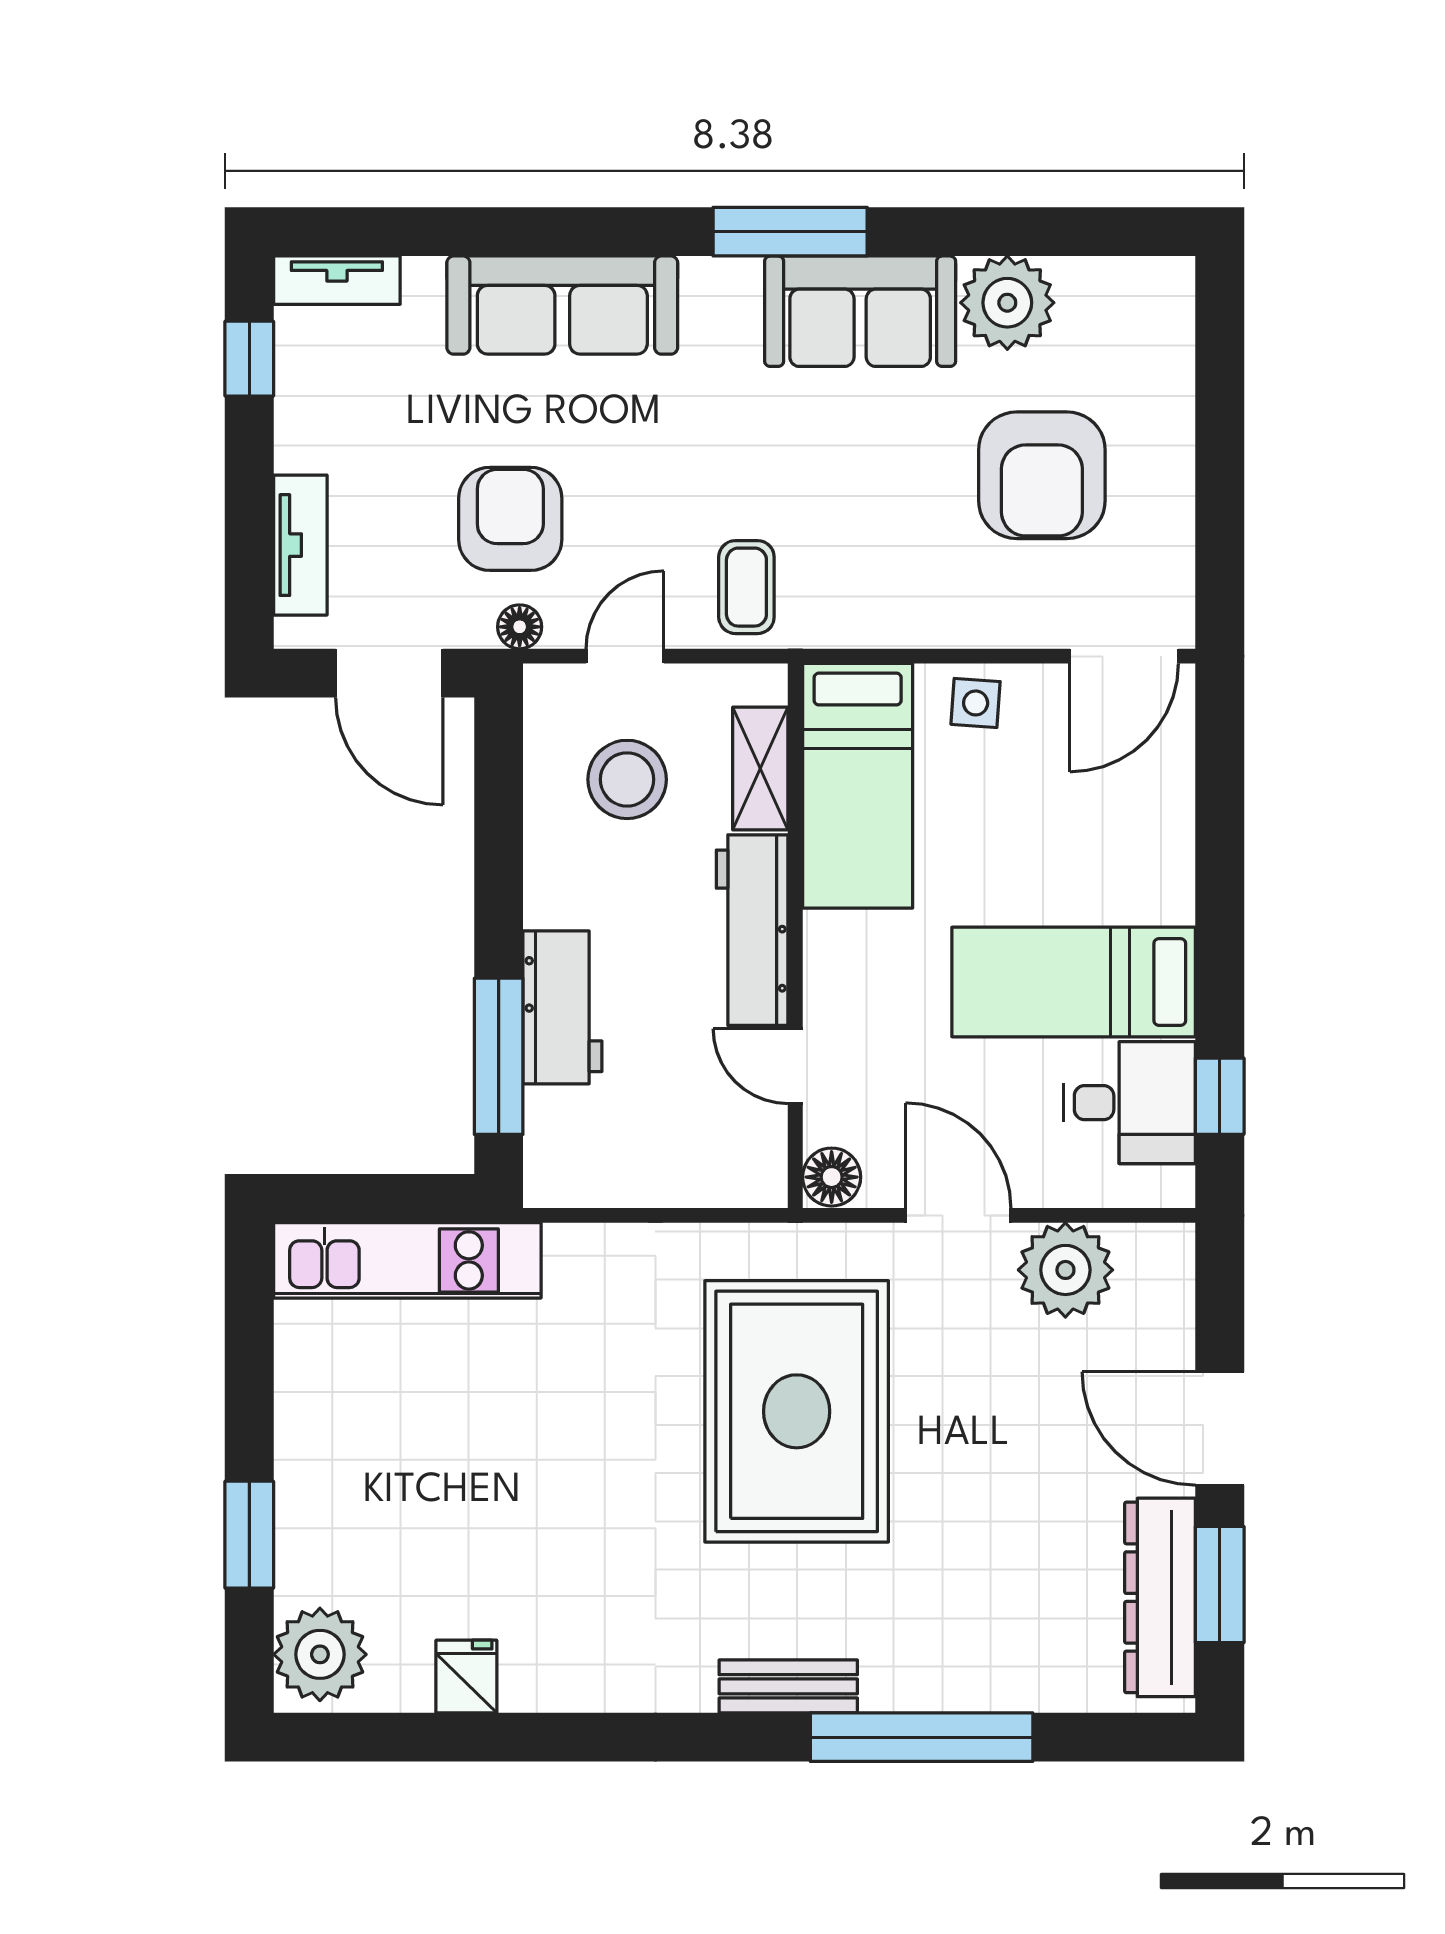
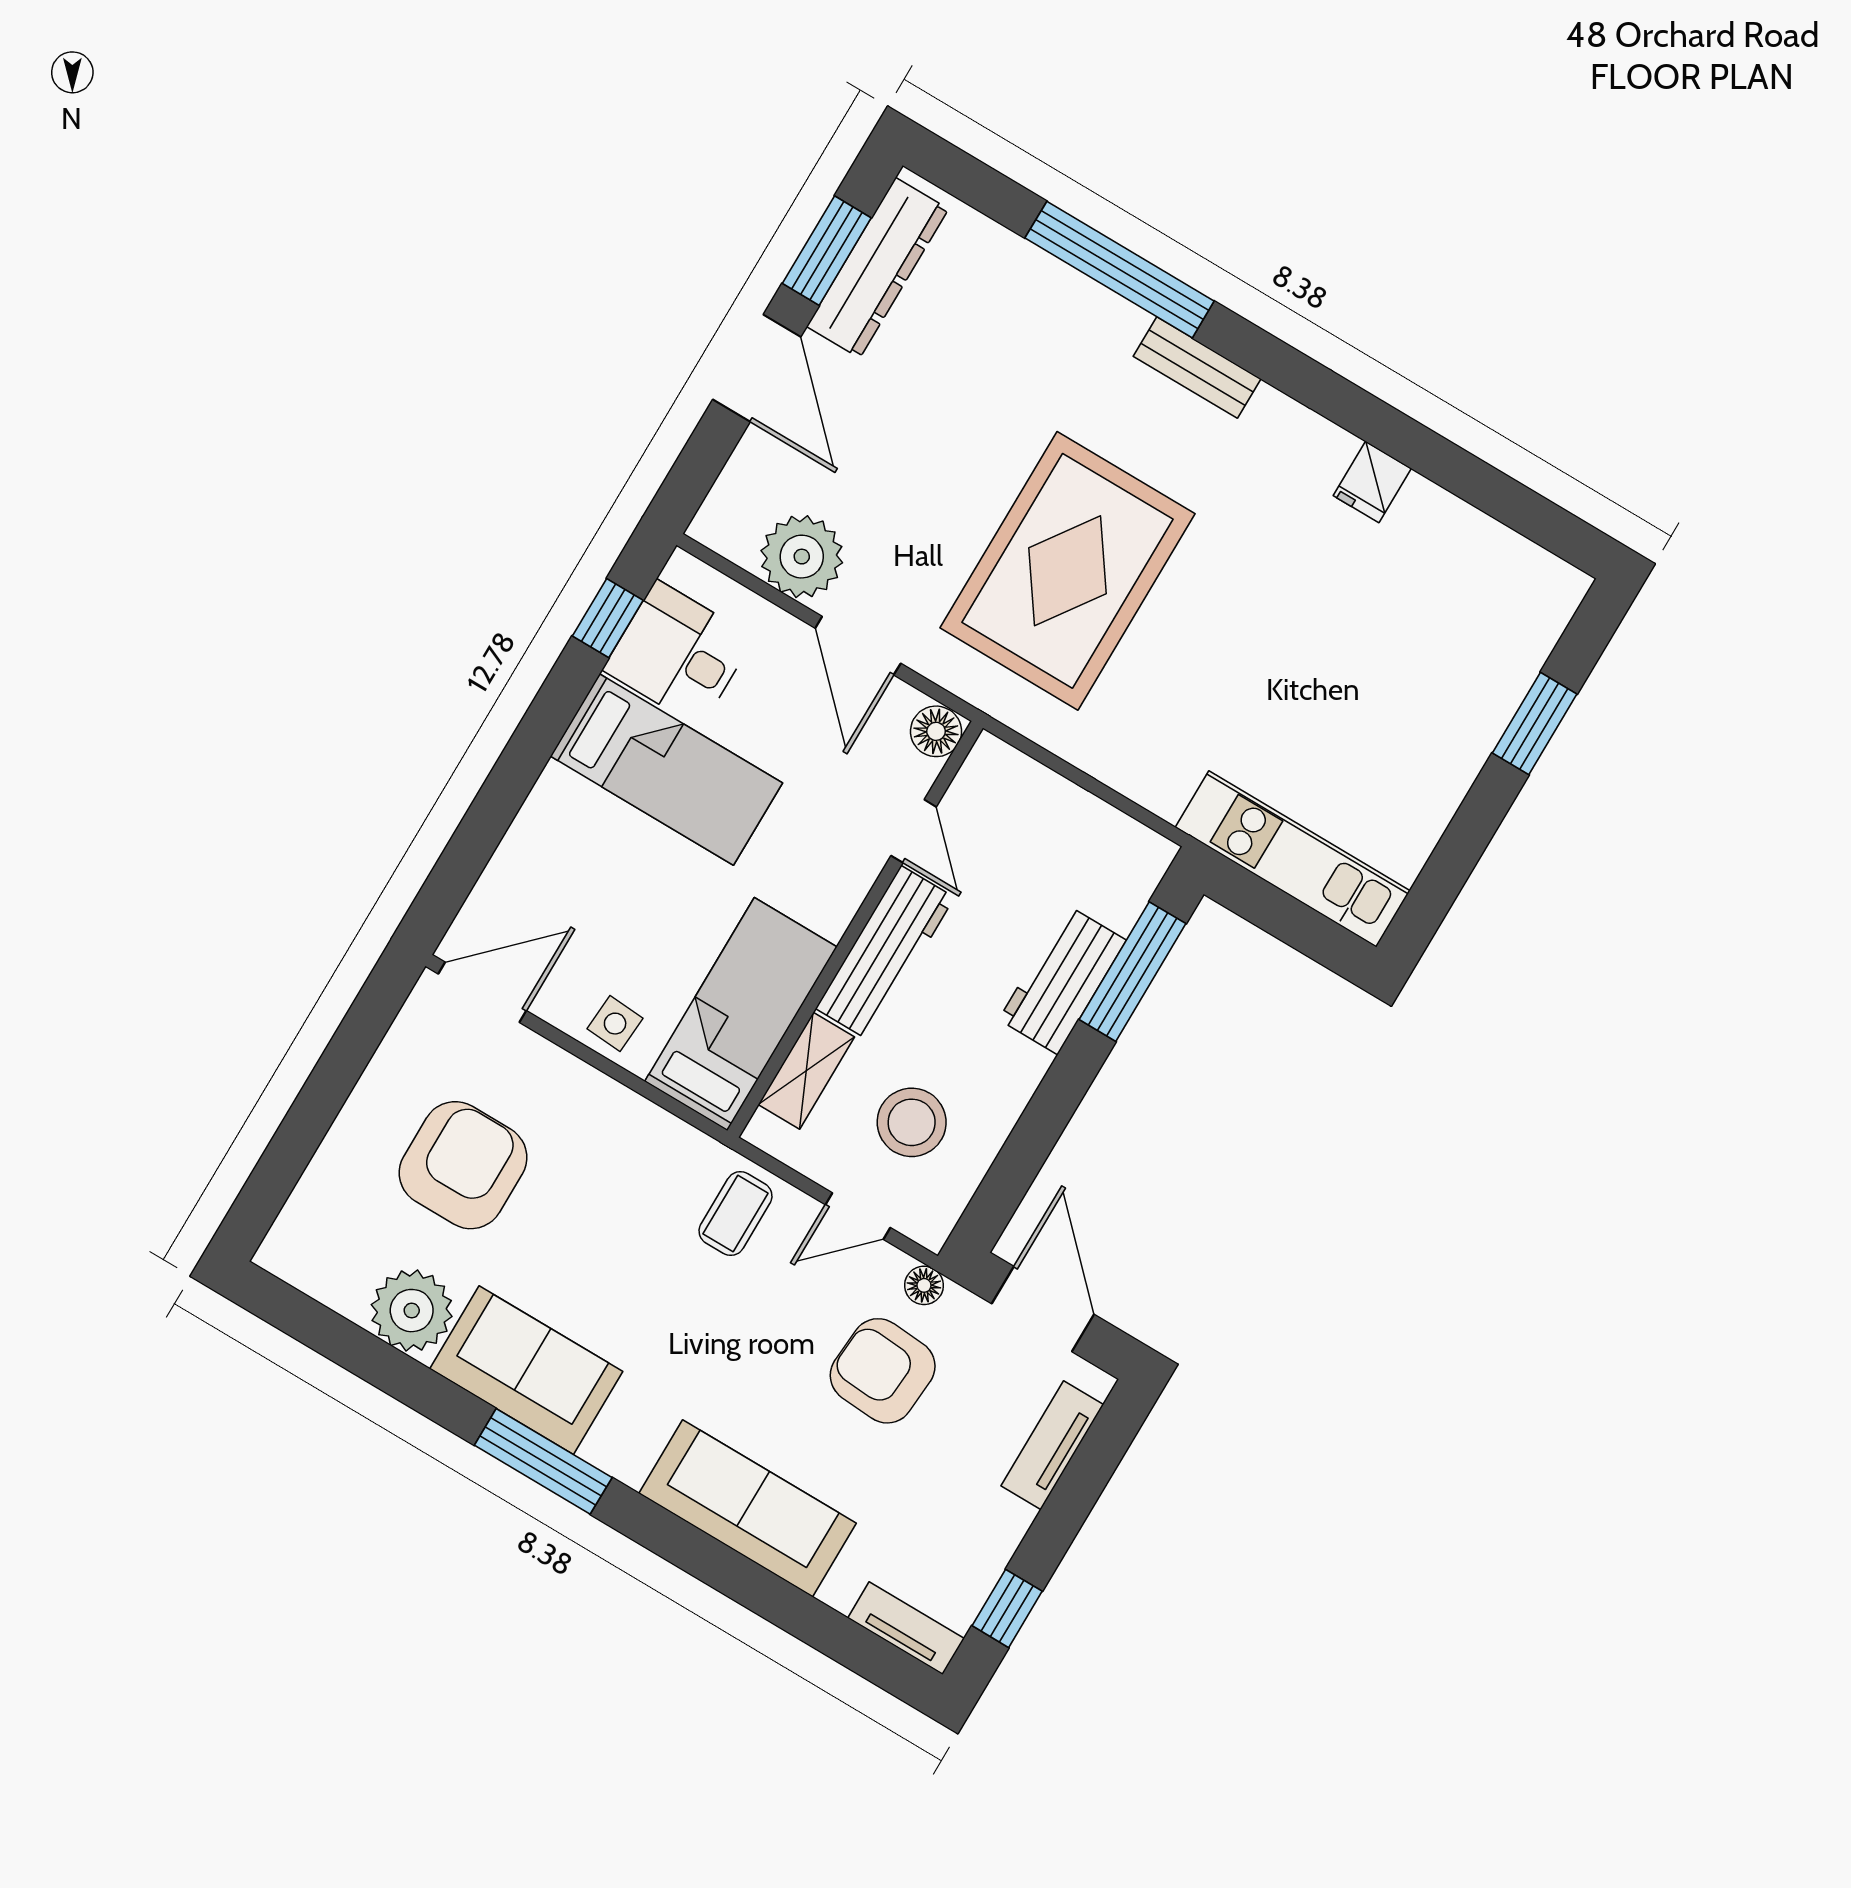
armchair: (510, 519) -> (883, 1371), turned 94
plant: (320, 1654) -> (1535, 602), removed
fridge: (466, 1677) -> (1372, 482), moved

